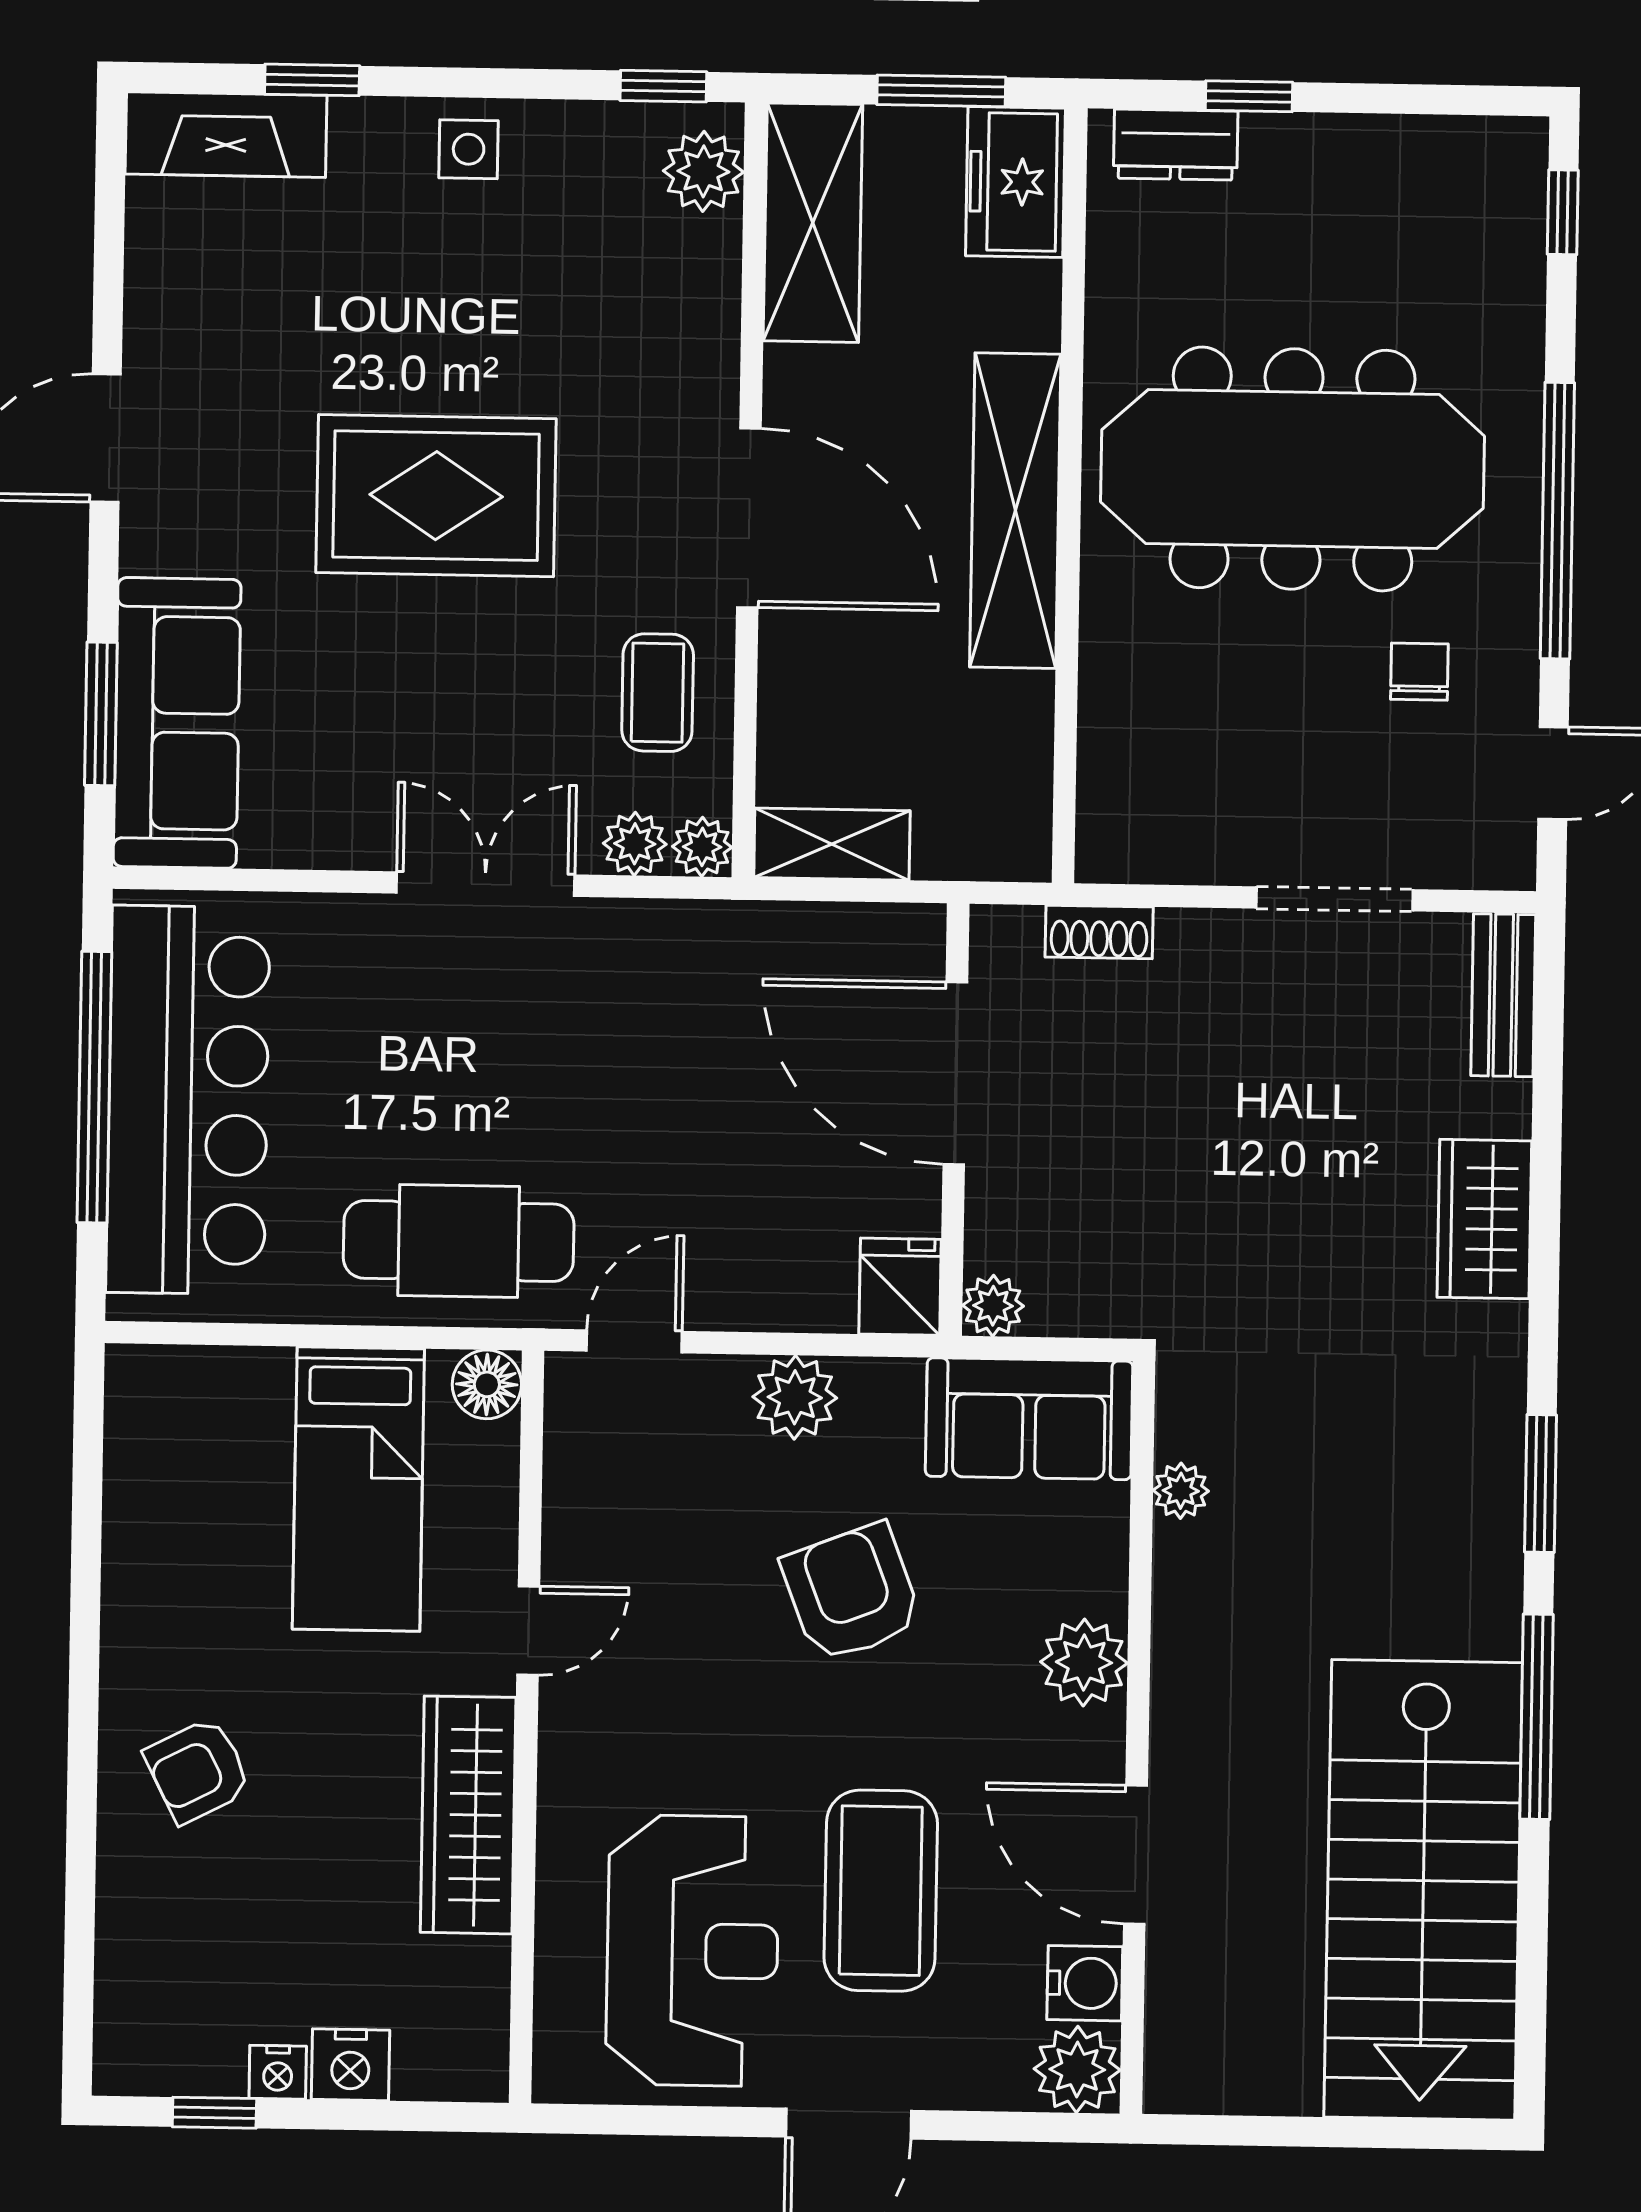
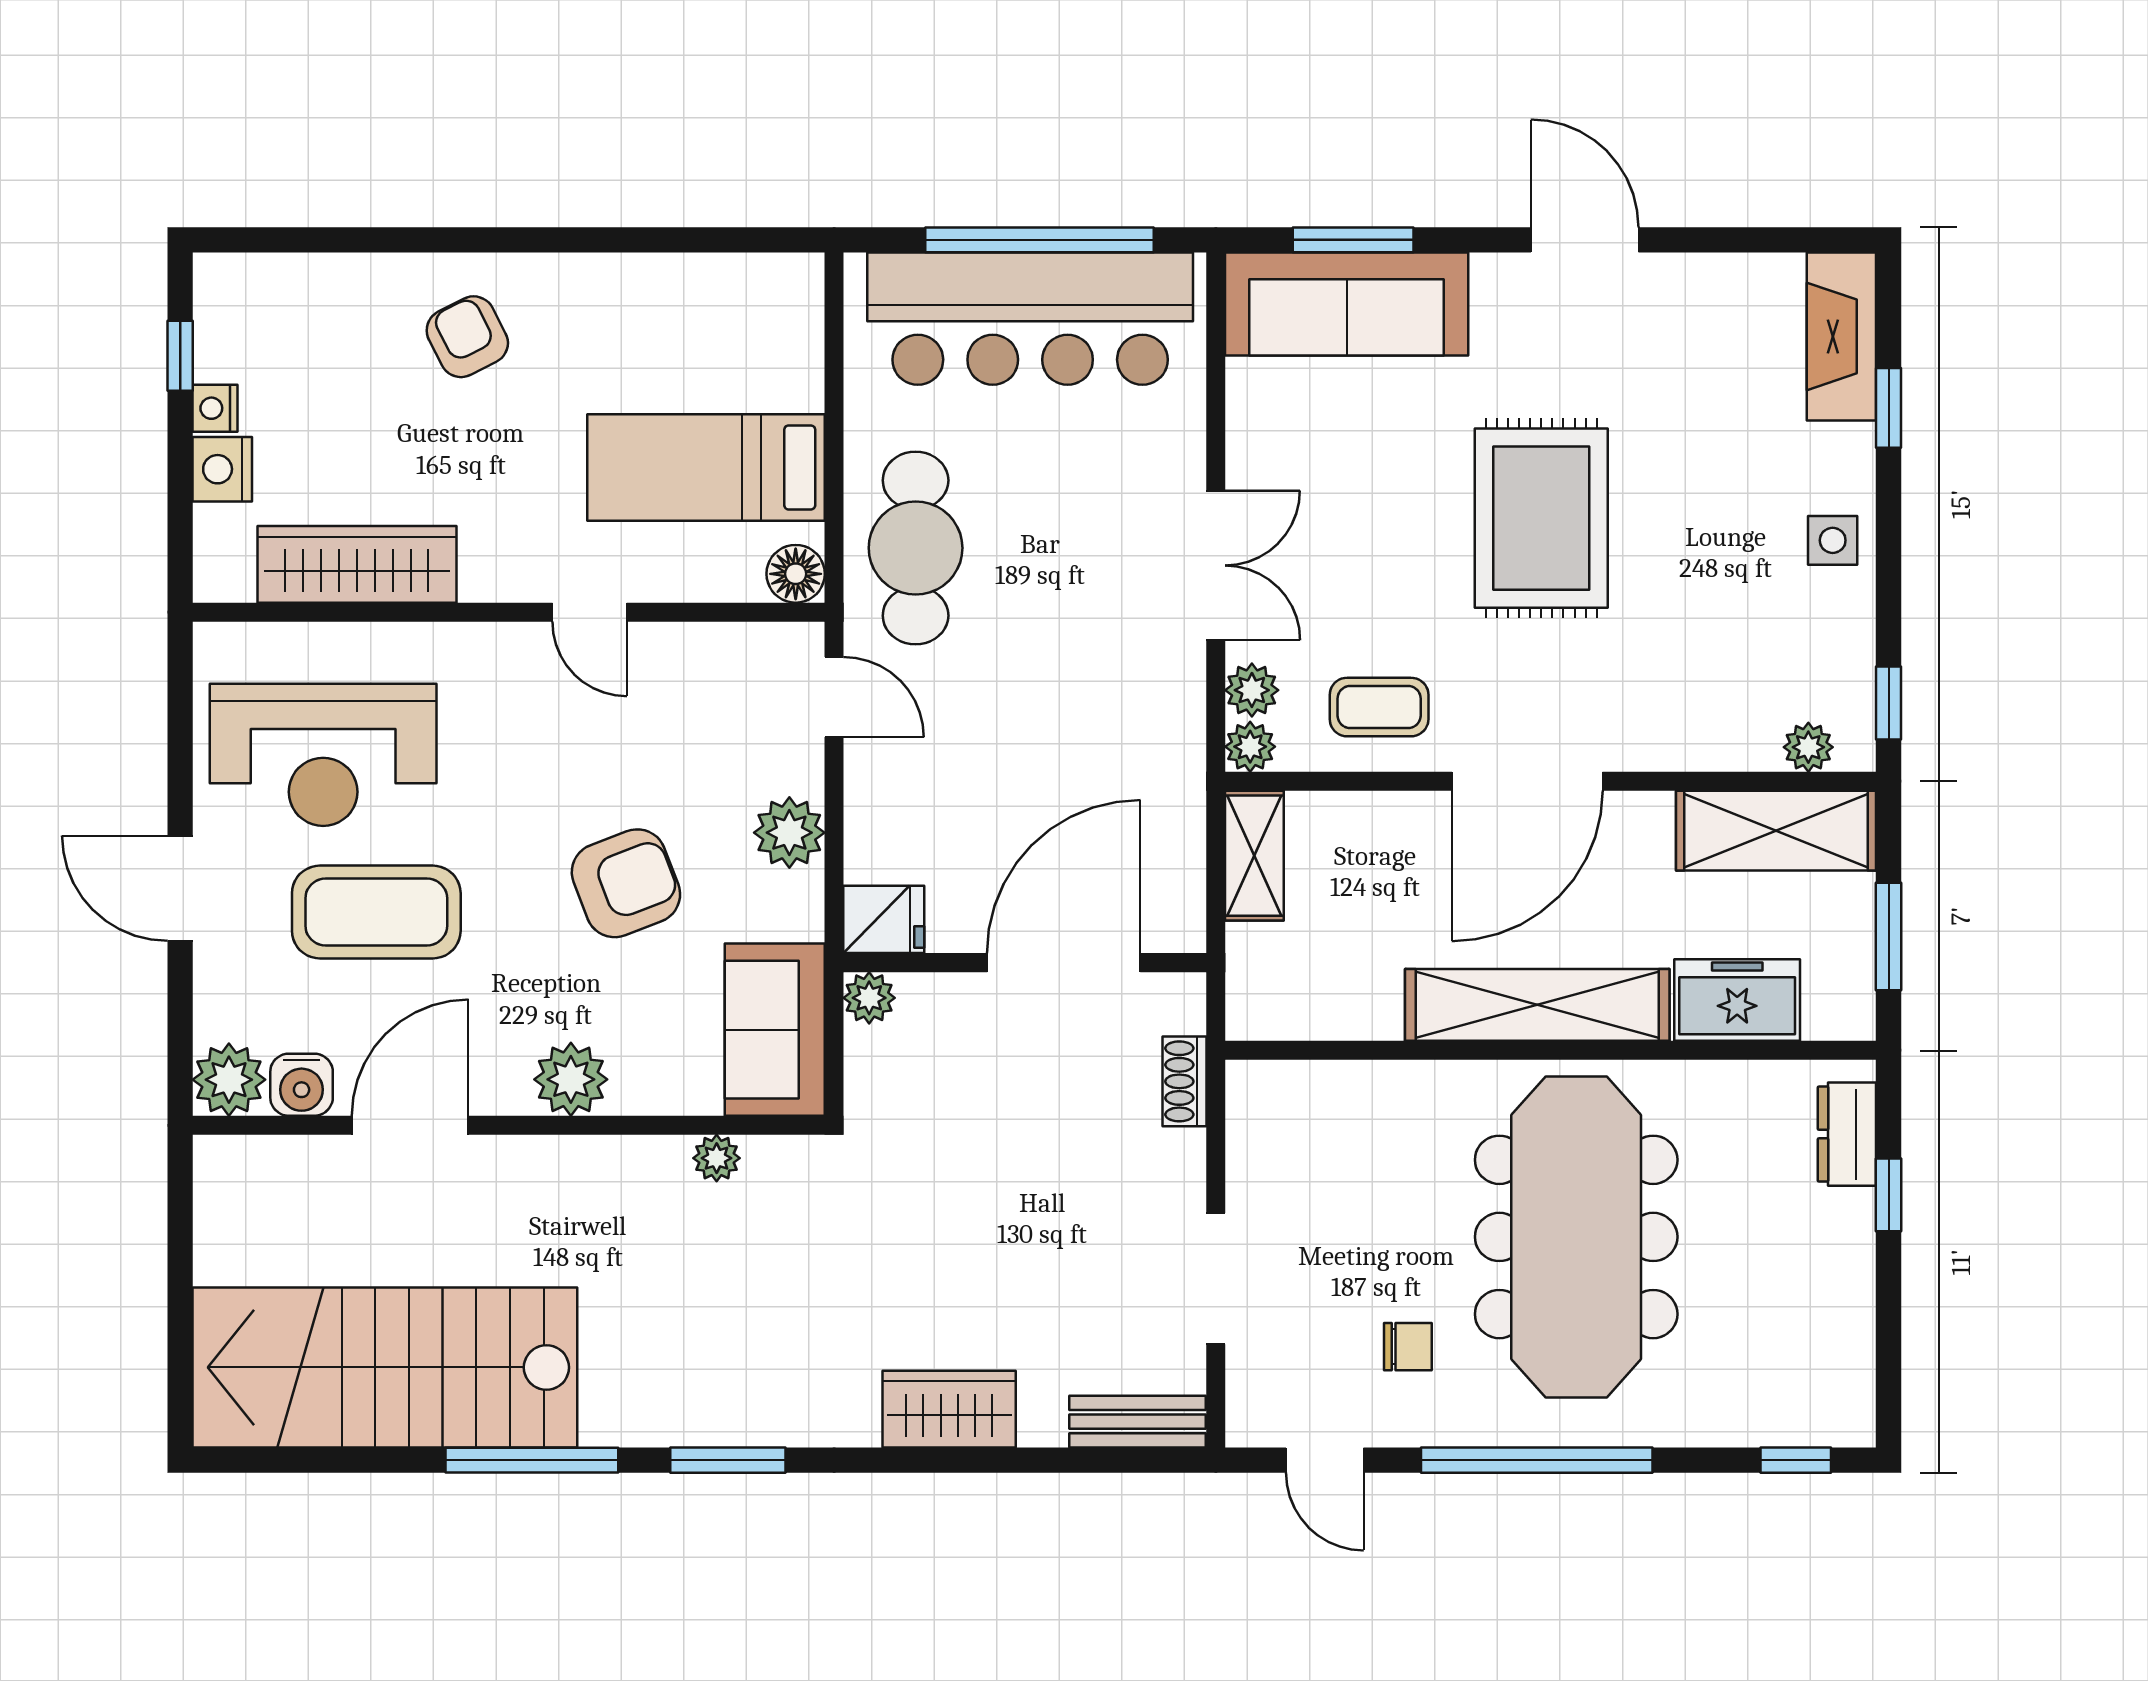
plant: (703, 171) -> (1808, 747), width x0.73, depth x0.73
freezer: (1015, 182) -> (1737, 1000), moved
wardrobe: (468, 1815) -> (357, 564), moved

